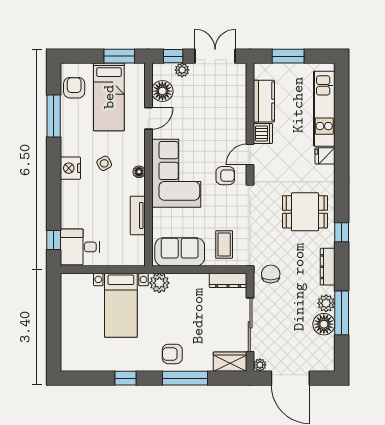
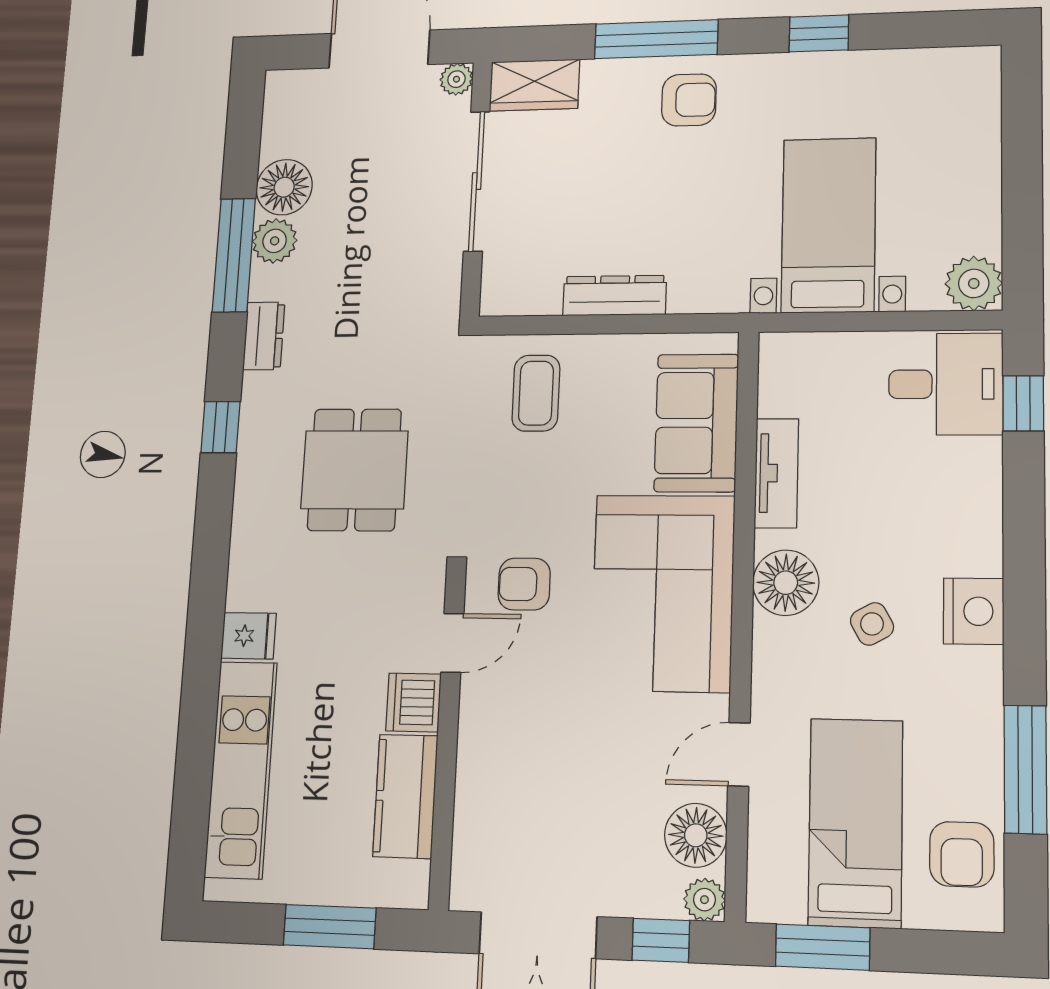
plant: (182, 70) -> (704, 900), moved
floor lamp: (139, 172) -> (786, 583), width x1.89, depth x1.89
dining table: (305, 212) -> (354, 470), moved, turned 90
sofa: (180, 252) -> (696, 423), moved, turned 90
dresser: (328, 267) -> (264, 336), width x0.70
chair: (271, 274) -> (414, 315), removed
dresser: (228, 280) -> (615, 296), moved
plant: (159, 283) -> (974, 283), moved
window: (342, 313) -> (234, 255), moved

